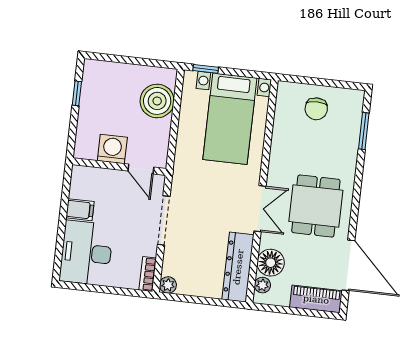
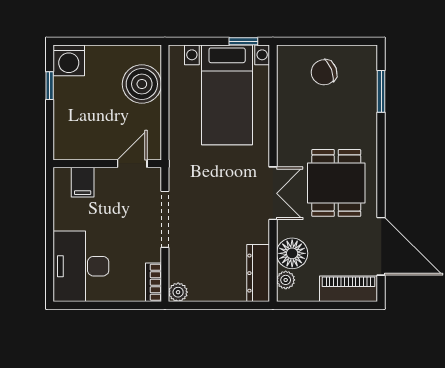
window: (206, 69) -> (243, 41), moved
chair: (316, 109) -> (324, 72), turned 69
washing machine: (112, 149) -> (69, 60), moved, turned 180
door: (141, 169) -> (132, 164), swing flipped
filing cabinet: (80, 210) -> (83, 182), moved, turned 90
dresser: (238, 267) -> (258, 273), width x0.73, depth x0.80

